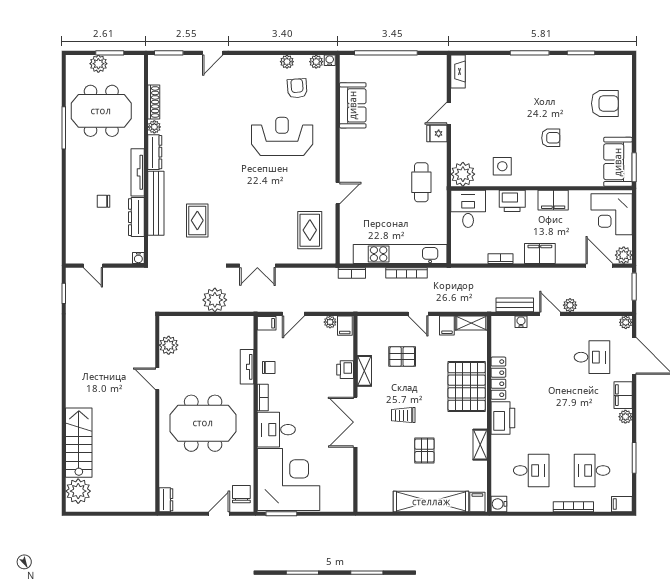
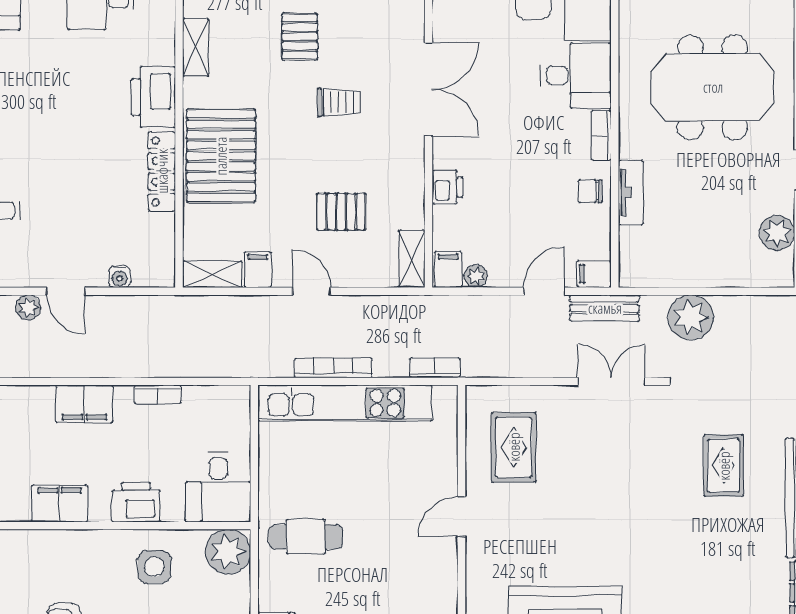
cafe table: (421, 182) -> (306, 537), turned 90
bench: (515, 305) -> (605, 308), moved
shelving: (364, 371) -> (412, 259), moved

